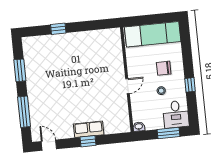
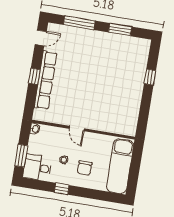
chair: (164, 68) -> (85, 168), turned 180
row of seats: (89, 129) -> (46, 80), width x2.02

